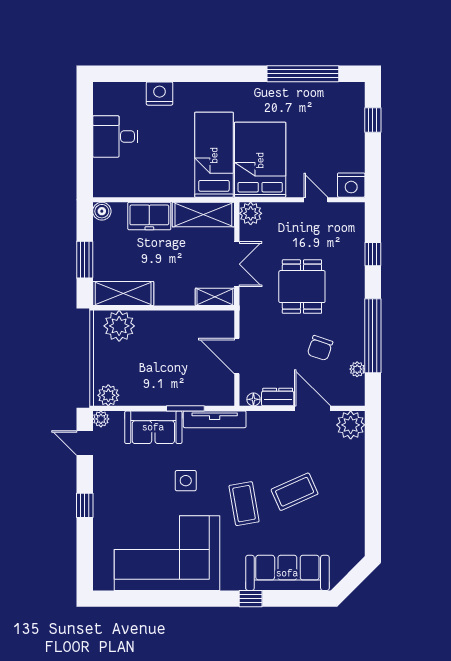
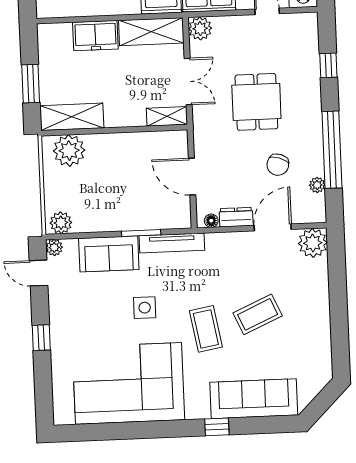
boiler: (102, 211) -> (46, 33), removed
door: (313, 408) -> (273, 227), hinge flipped

